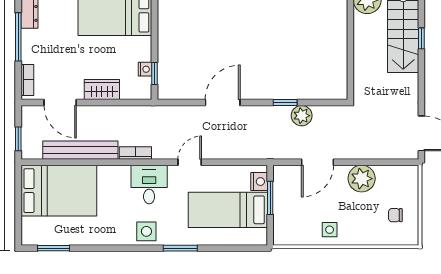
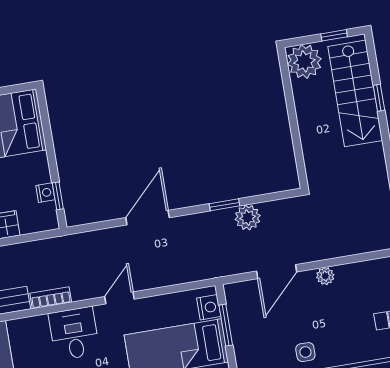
plant: (362, 179) -> (325, 276), width x0.53, depth x0.53

